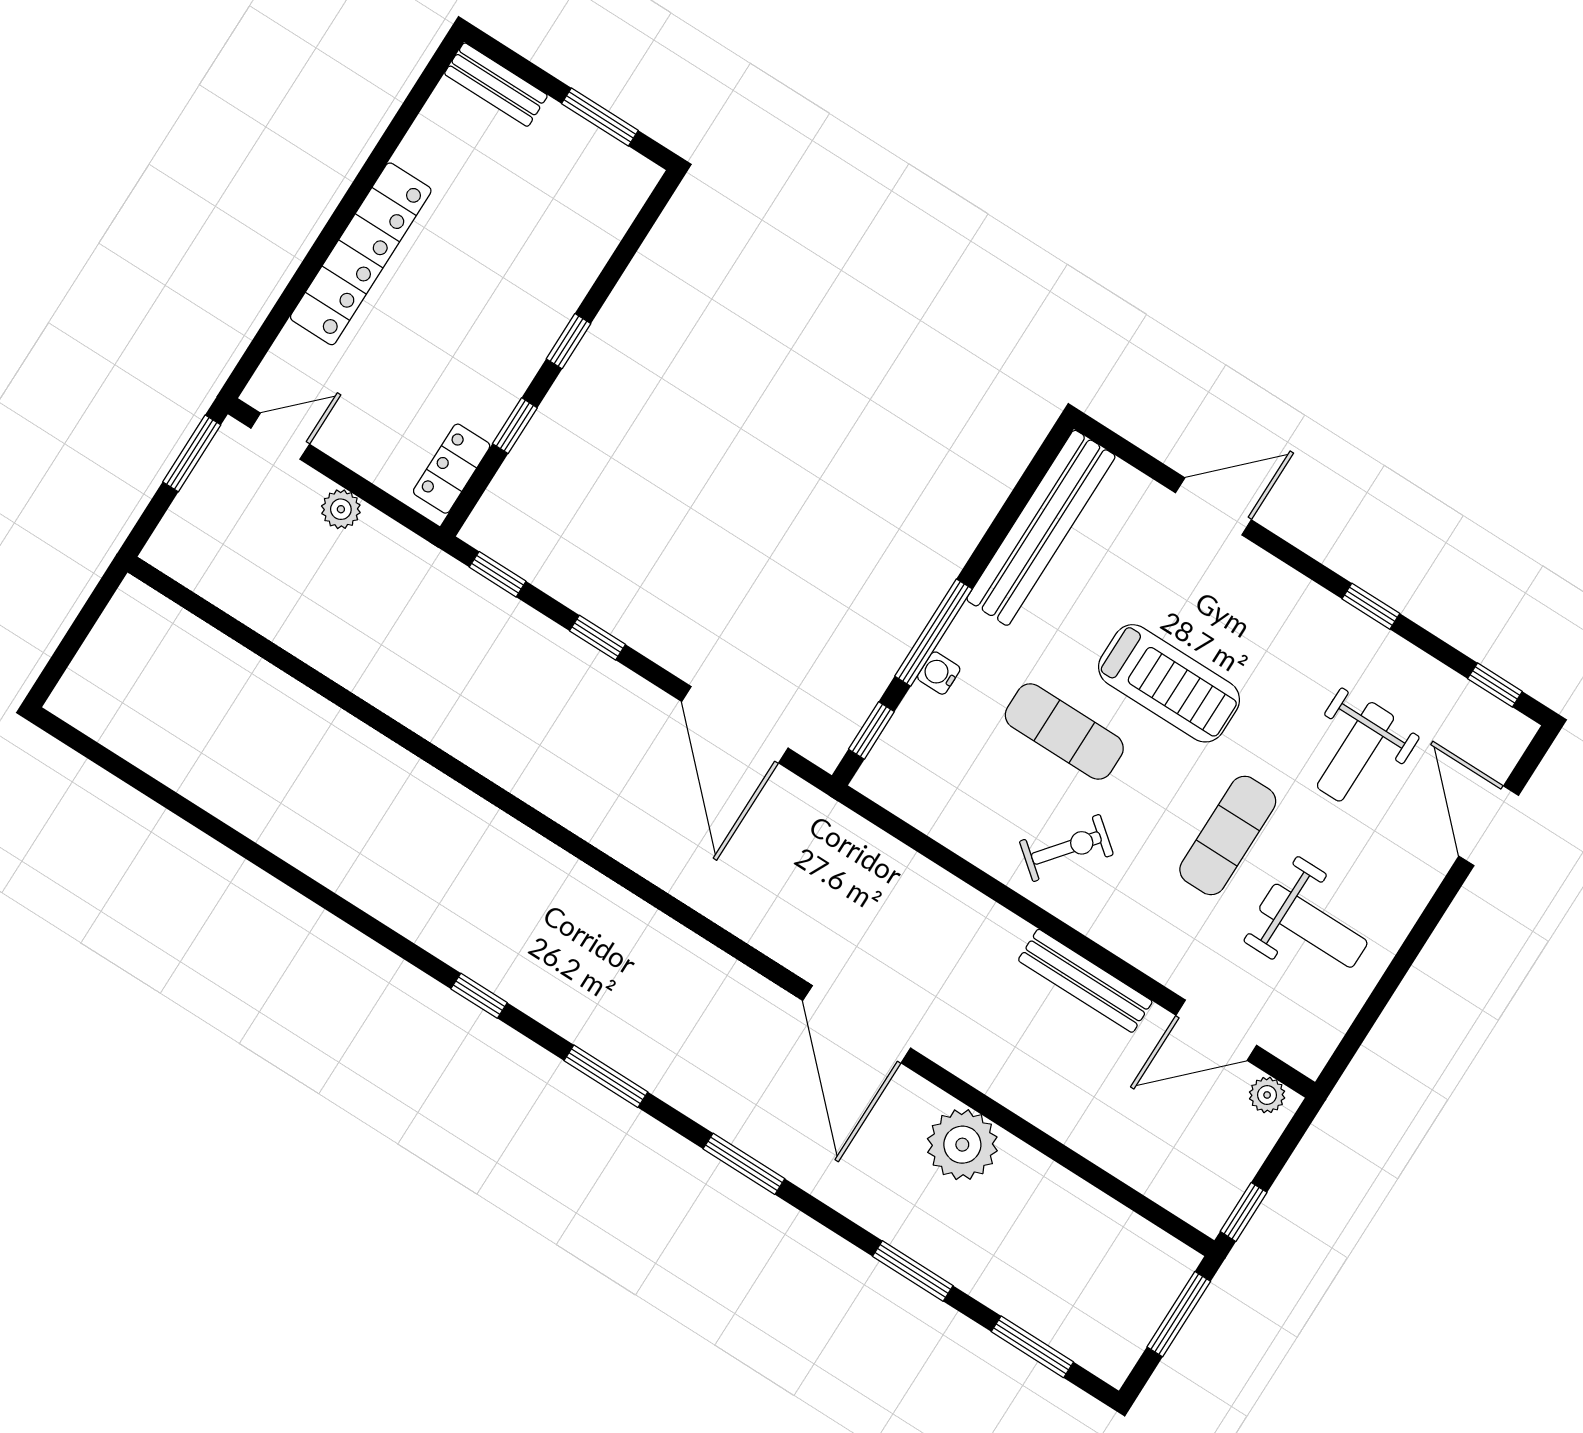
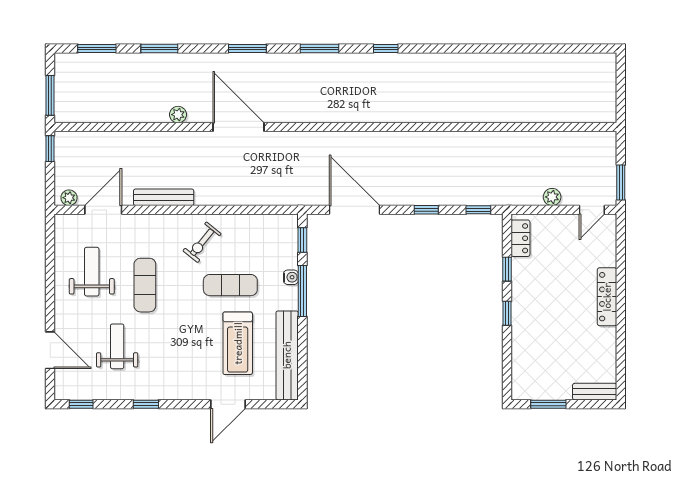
locker: (361, 254) -> (607, 297), width x0.71, depth x0.83
treadmill: (1169, 683) -> (238, 343), moved, turned -90
weight bench: (1313, 926) -> (92, 272), turned 90
plant: (962, 1145) -> (178, 115), width x0.53, depth x0.53

